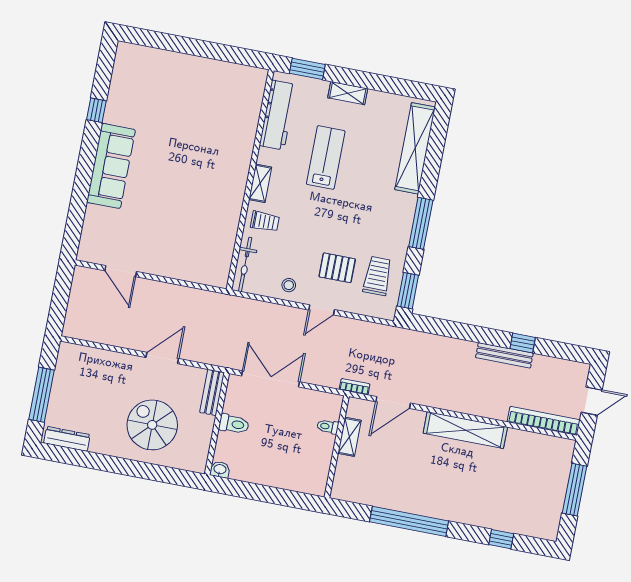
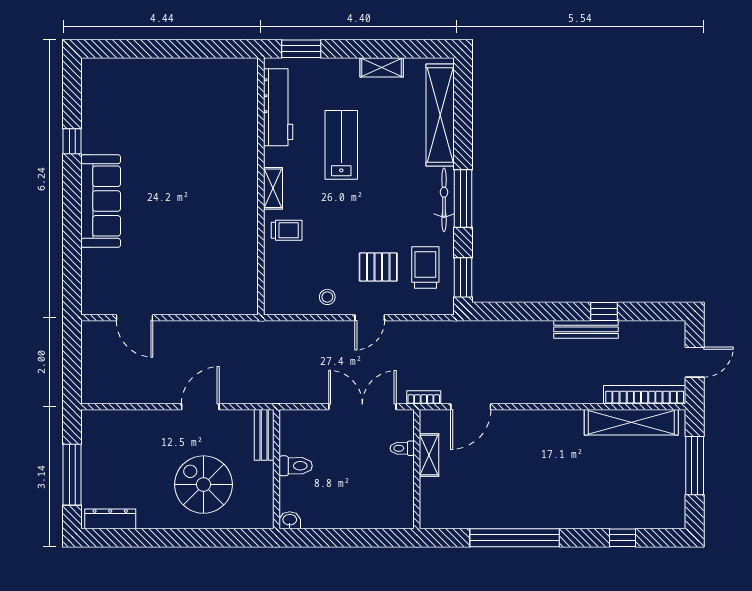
shelving: (348, 93) -> (382, 67), moved
bicycle: (245, 264) -> (444, 200), moved, turned 180
double door: (271, 379) -> (362, 407), moved
shelving: (465, 430) -> (631, 422), moved

